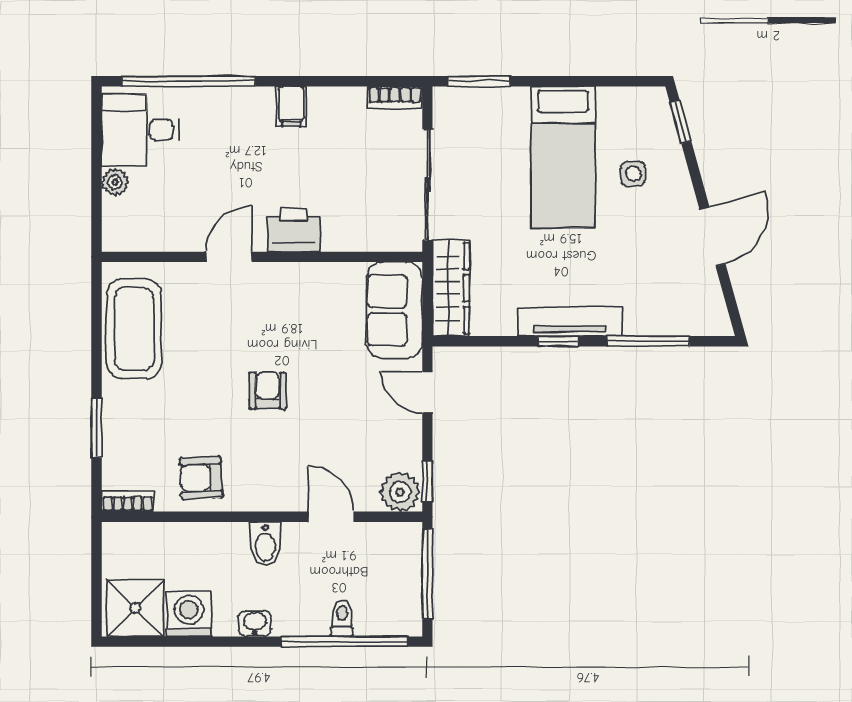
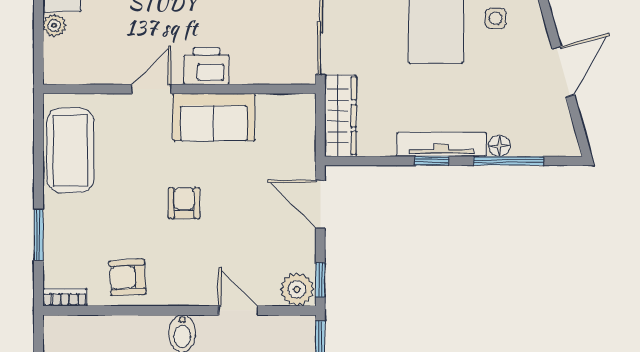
sofa: (394, 310) -> (214, 117), moved, turned -90
floor lamp: (638, 324) -> (500, 146), added
door: (427, 392) -> (320, 204), width x1.38

